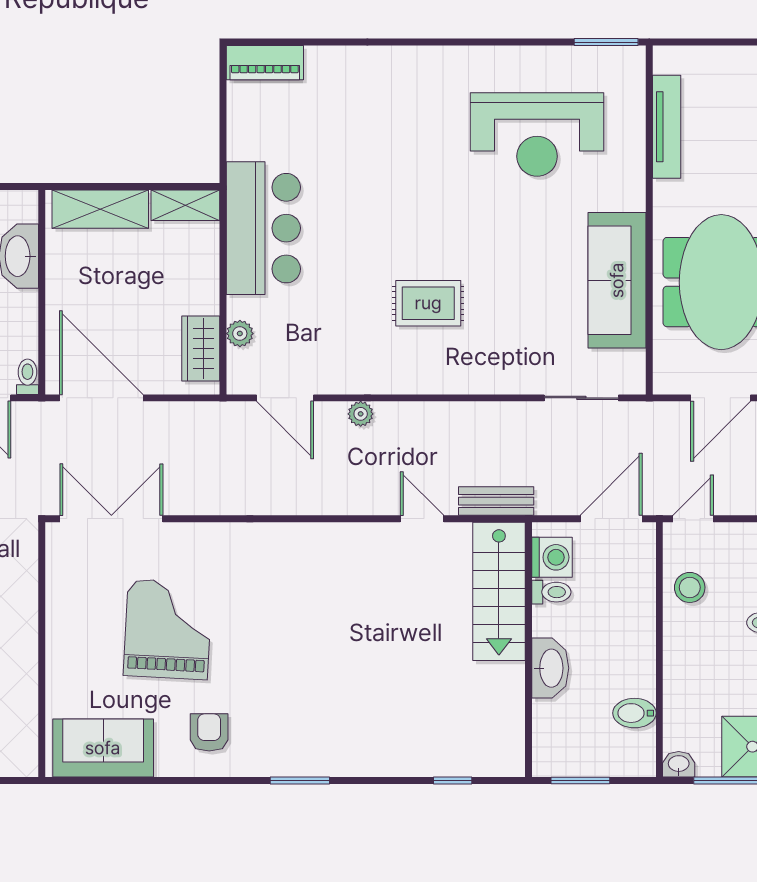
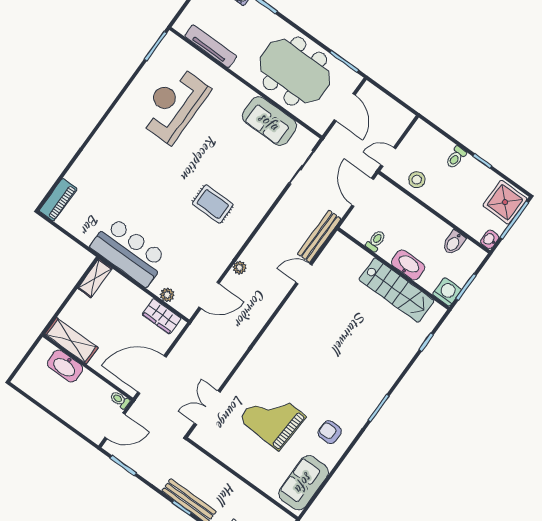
reception desk: (537, 134) -> (174, 105), turned 180
shelving: (100, 209) -> (71, 341), moved, turned 90
sofa: (617, 280) -> (269, 121), width x0.73
rug: (428, 303) -> (213, 204), turned 90
bench: (496, 501) -> (319, 236), width x1.36
double door: (111, 519) -> (207, 408), width x0.73
door: (693, 519) -> (388, 157), hinge flipped
washing machine: (552, 557) -> (447, 292), moved
stairs: (499, 591) -> (397, 290), moved

